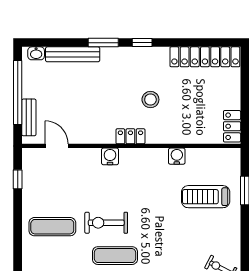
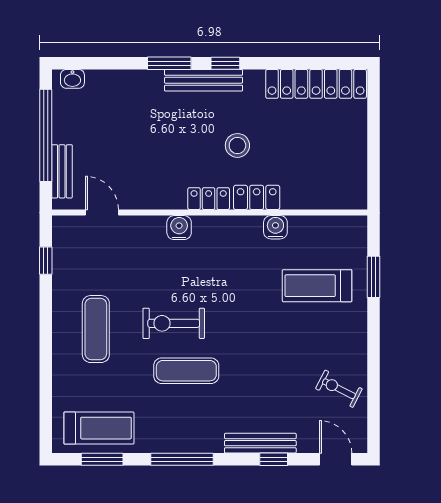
bench: (73, 54) -> (204, 80), moved
locker: (232, 126) -> (257, 197), moved, turned 90
exercise mat: (52, 227) -> (96, 329), turned 90

